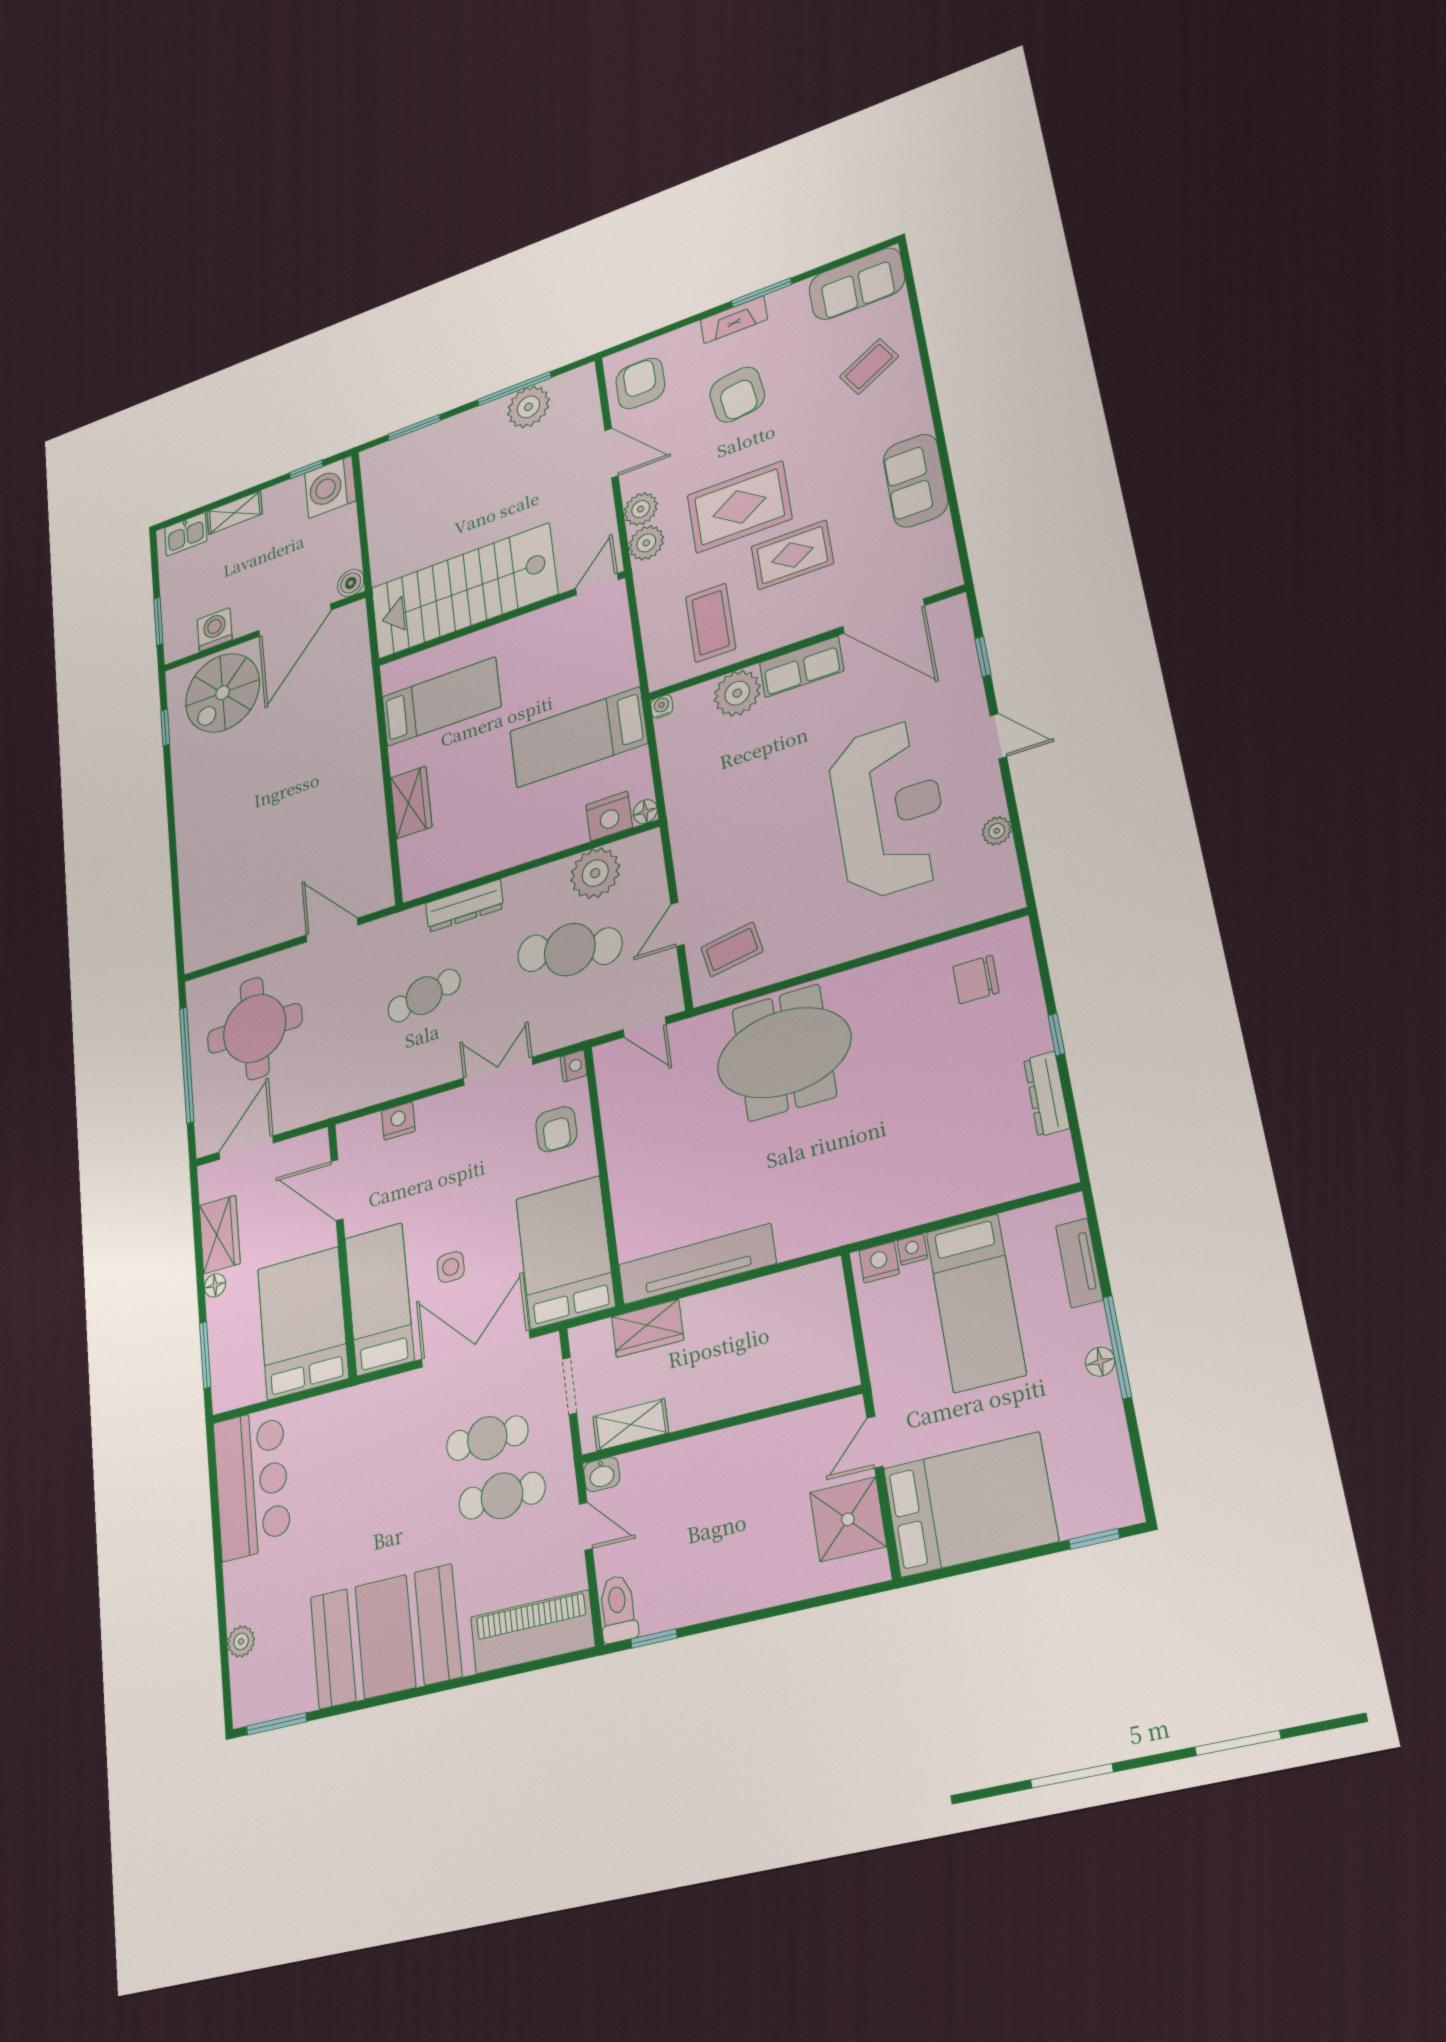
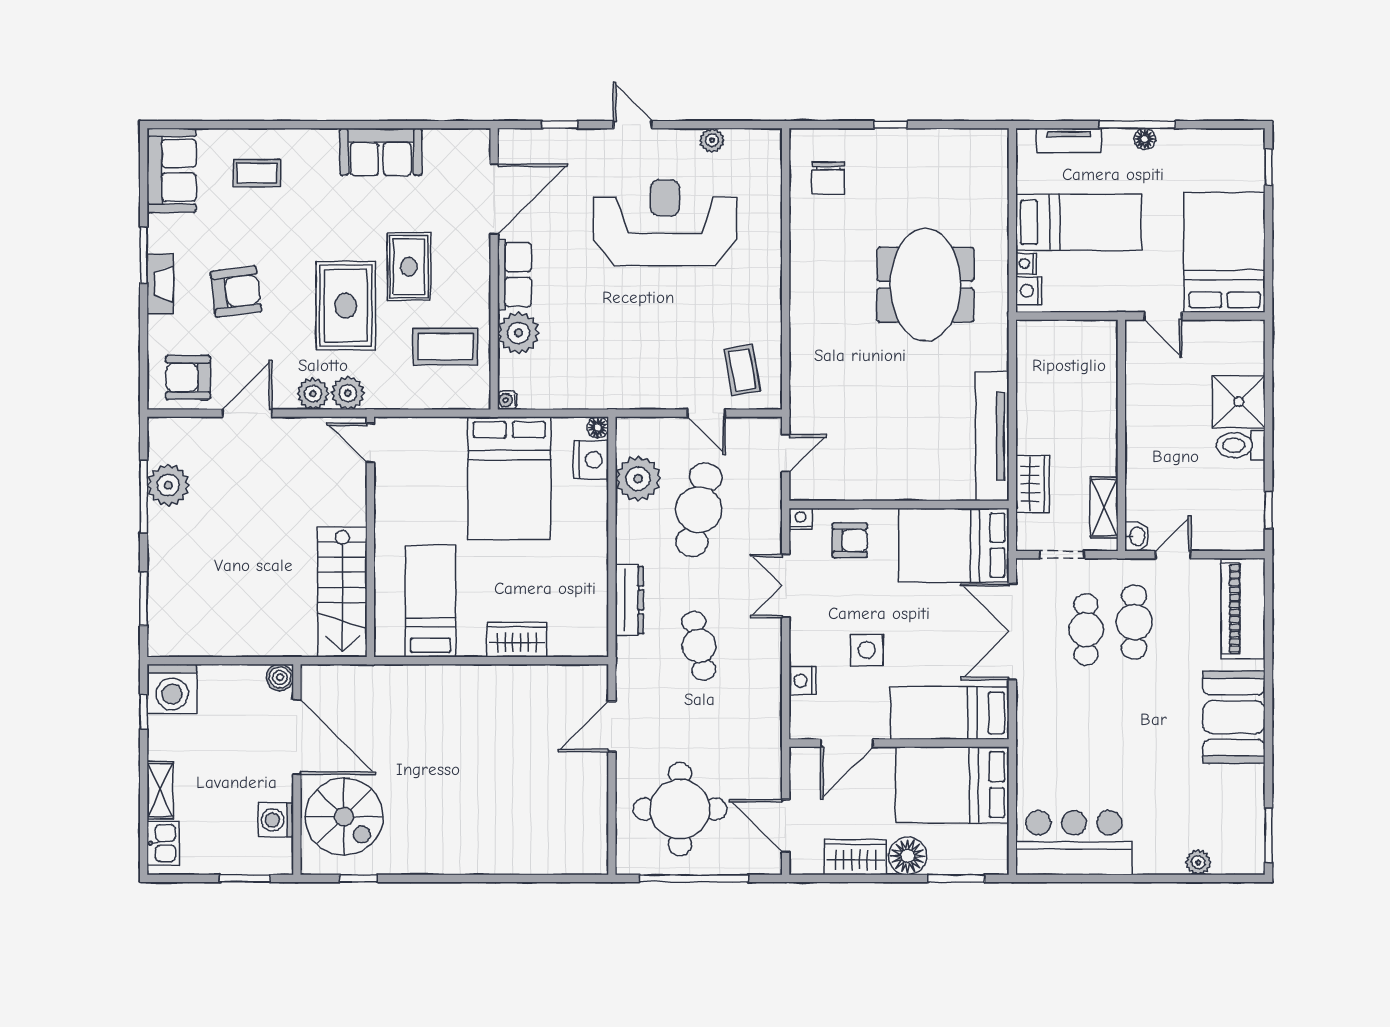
coffee table: (869, 367) -> (257, 173), turned -61
stairs: (464, 591) -> (342, 592), width x0.73, depth x0.66
door: (998, 736) -> (633, 125), hinge flipped
bed: (578, 737) -> (509, 478), width x1.50
meeting table: (784, 1053) -> (925, 285), moved
dresser: (1047, 1094) -> (935, 141), removed
side table: (451, 1267) -> (867, 650), moved, width x1.37, depth x1.37
floor lamp: (215, 1285) -> (908, 856), width x1.89, depth x1.89
shower: (848, 1519) -> (1239, 402), moved
toilet: (618, 1609) -> (1241, 445), moved
booth: (385, 1637) -> (1234, 717), width x0.73, depth x0.70

